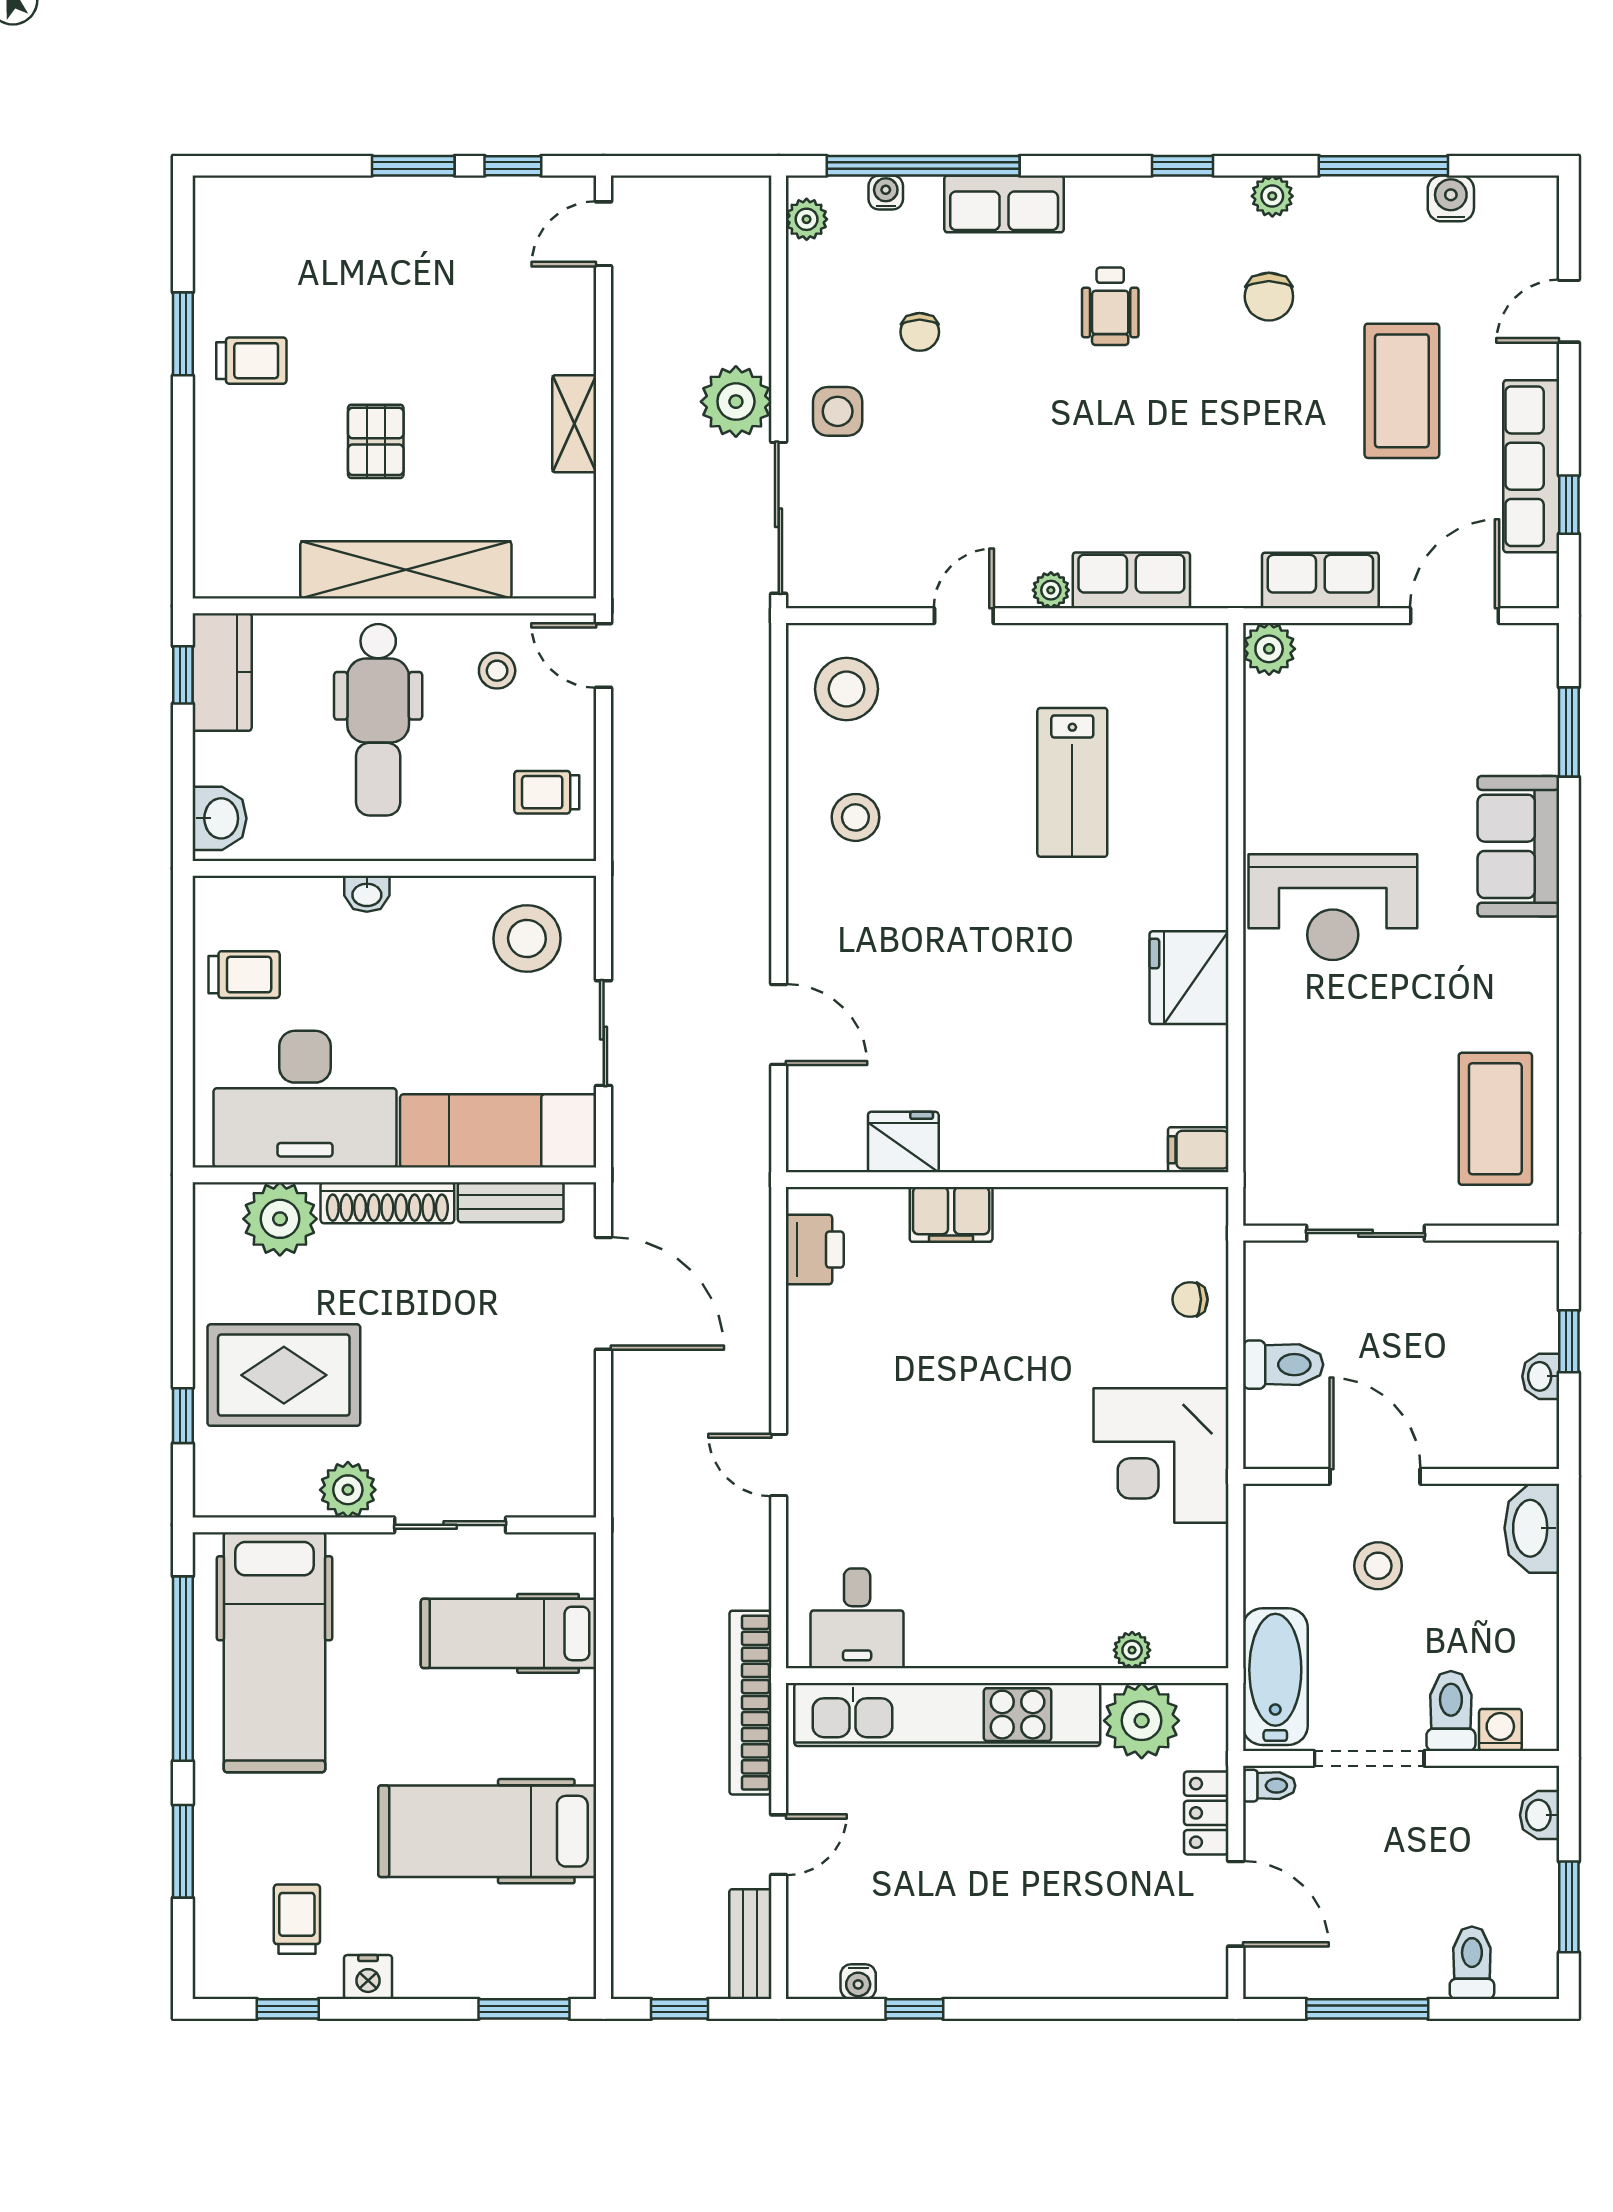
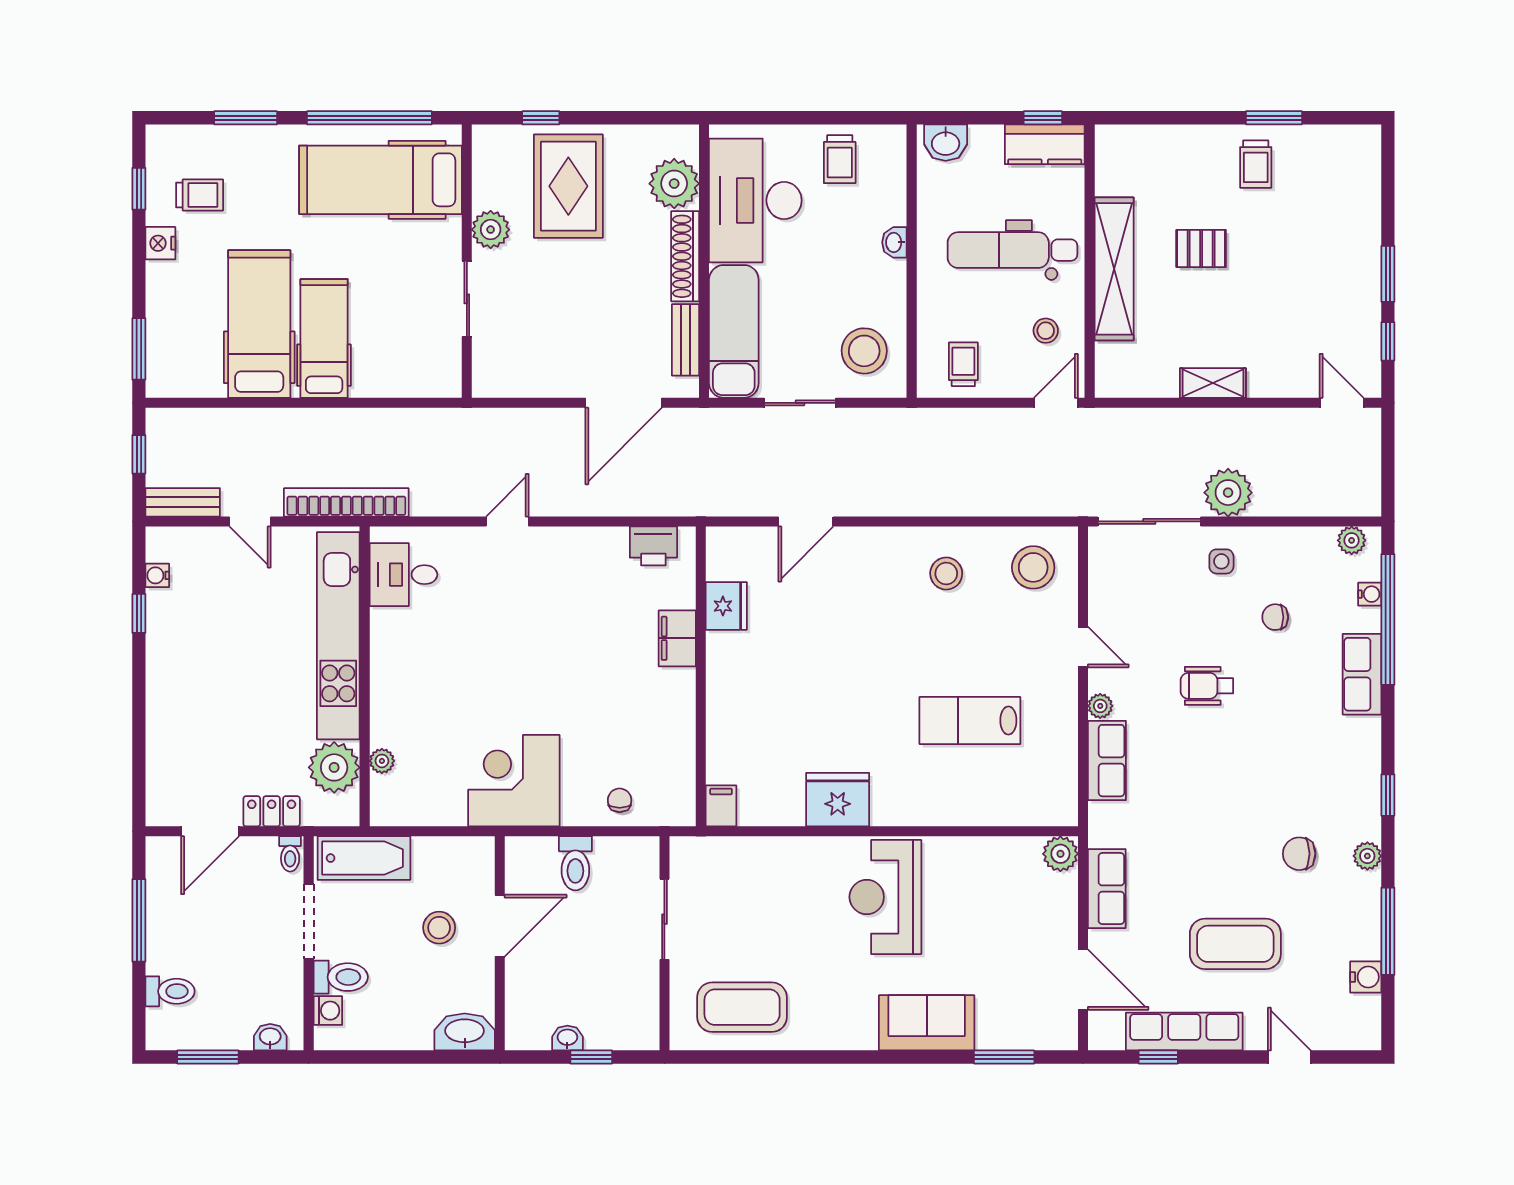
wheelchair: (1110, 306) -> (1207, 686), moved
side table: (838, 411) -> (1221, 561), width x0.73, depth x0.73
hospital bed: (509, 1633) -> (324, 338), moved

